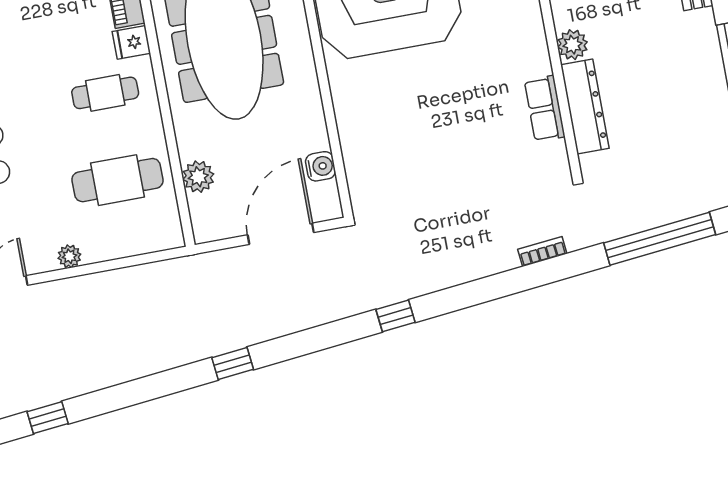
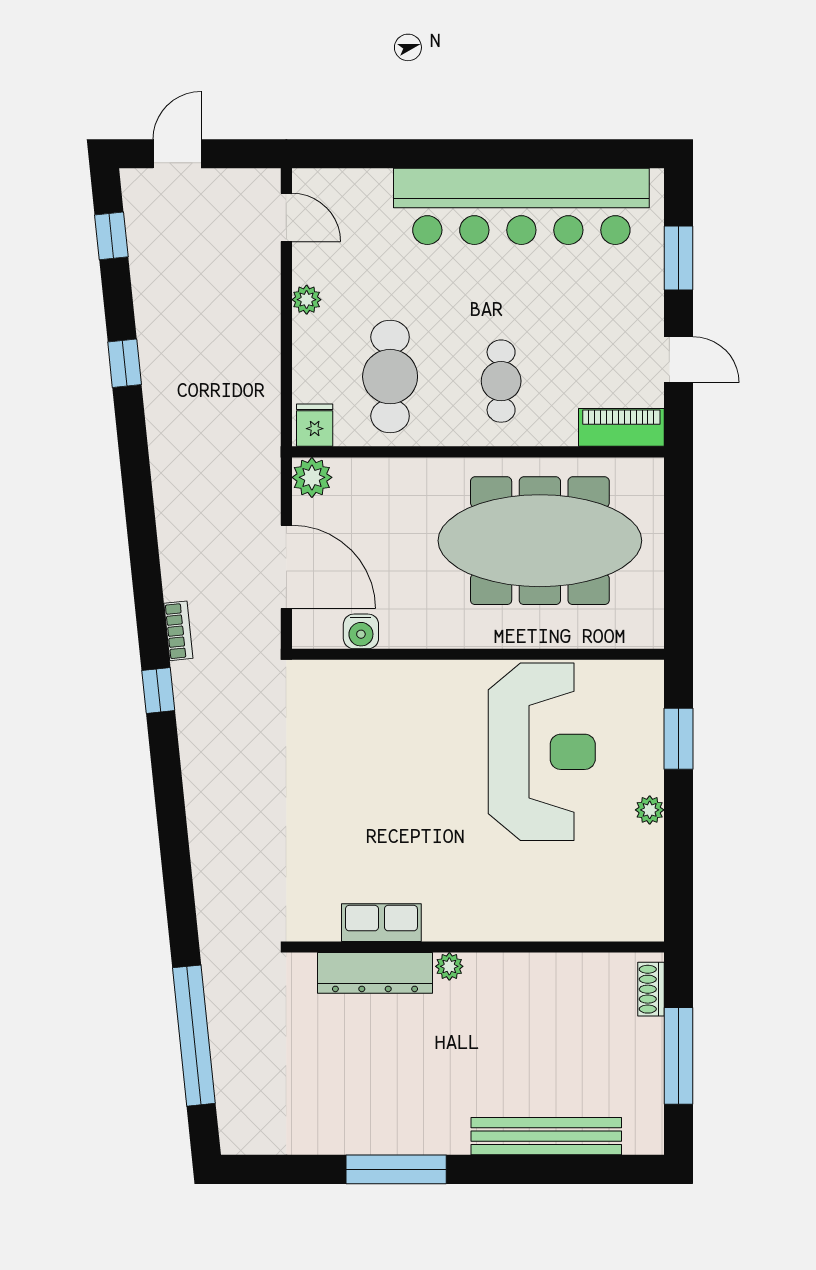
fridge: (131, 42) -> (315, 425), moved
plant: (572, 45) -> (449, 966), width x0.73, depth x0.73
plant: (198, 177) -> (312, 477), moved
bookcase: (542, 252) -> (178, 631), moved
window: (233, 364) -> (125, 363), moved

